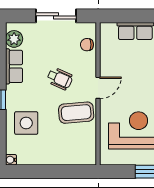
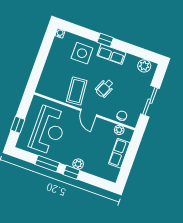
plant: (106, 42) -> (119, 130), added
row of seats: (14, 66) -> (111, 54), moved

